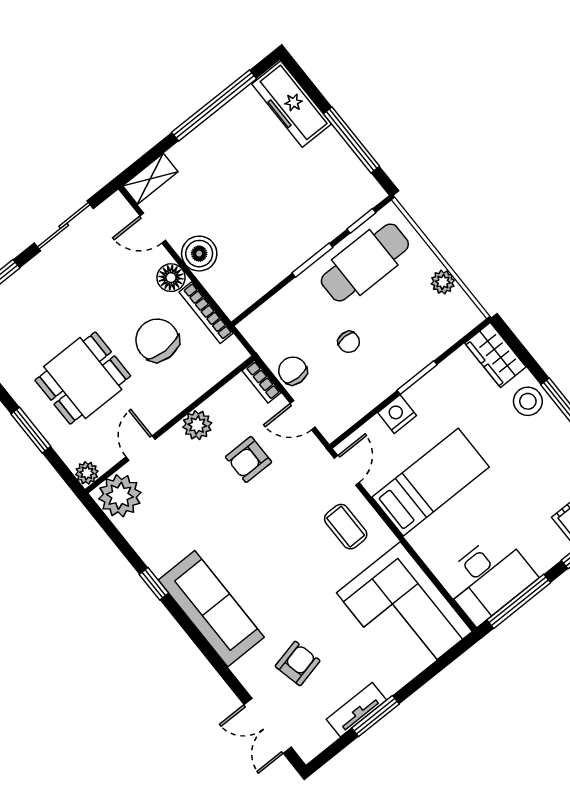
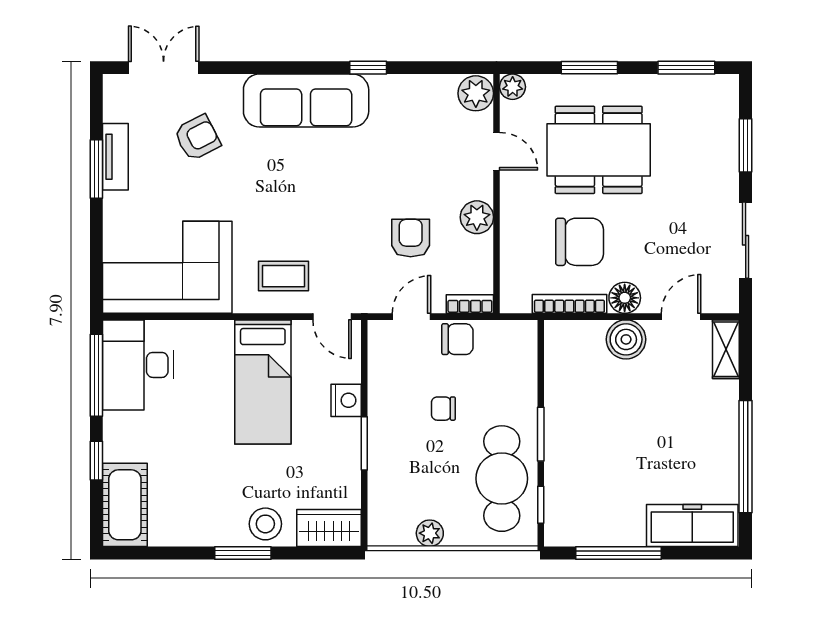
dining table: (83, 378) -> (599, 150), width x1.38
plant: (120, 496) -> (476, 93), width x0.73, depth x0.73
armchair: (298, 663) -> (197, 138), turned -104

